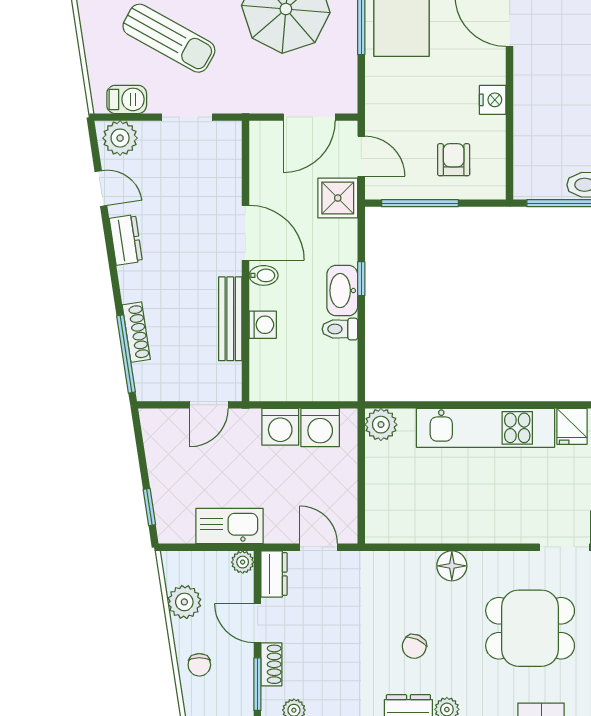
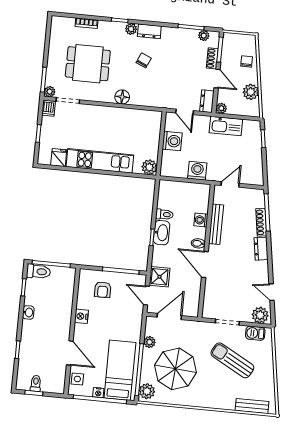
plant: (345, 60) -> (150, 342), added
dresser: (126, 240) -> (261, 249), moved
washing machine: (320, 428) -> (172, 141), moved, turned 90

